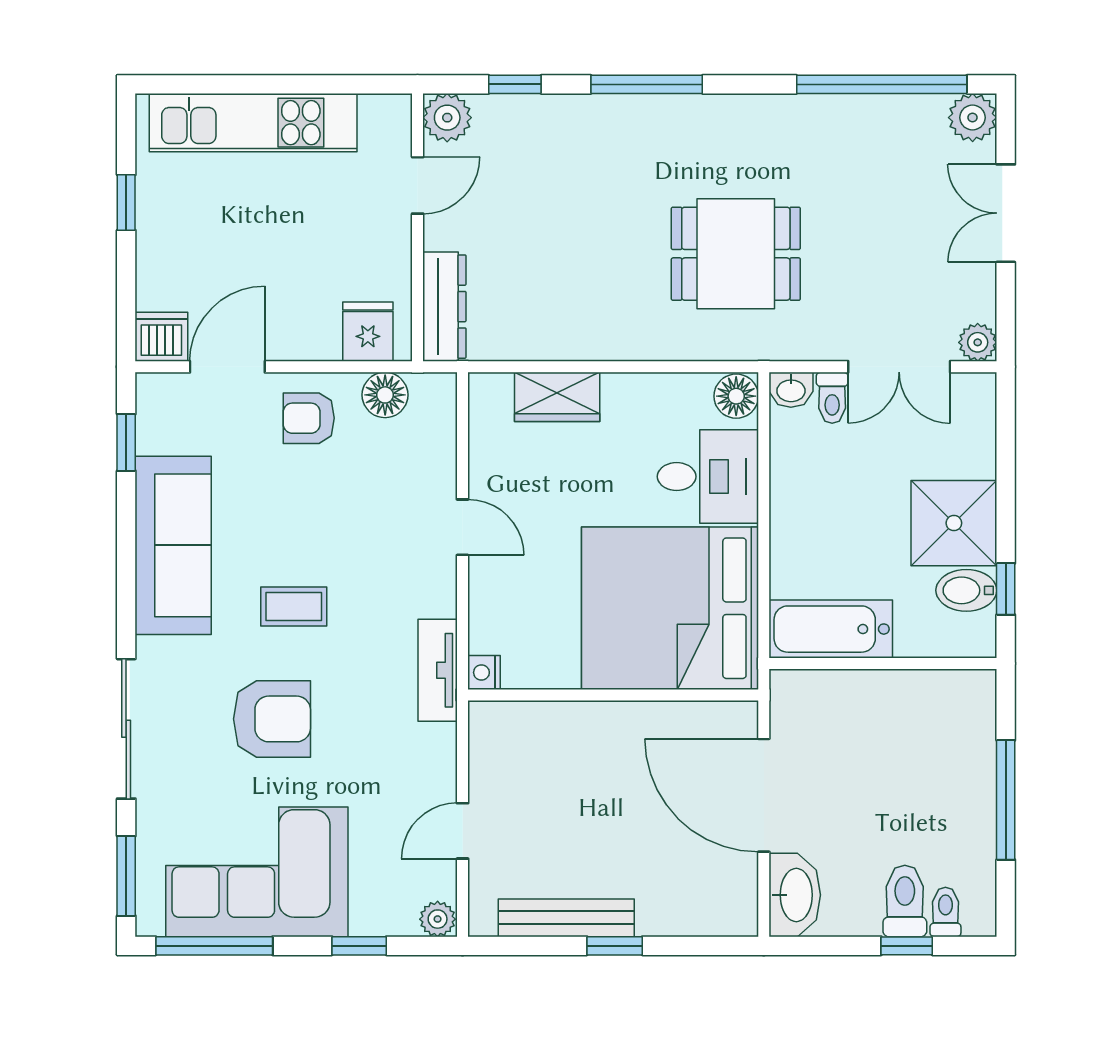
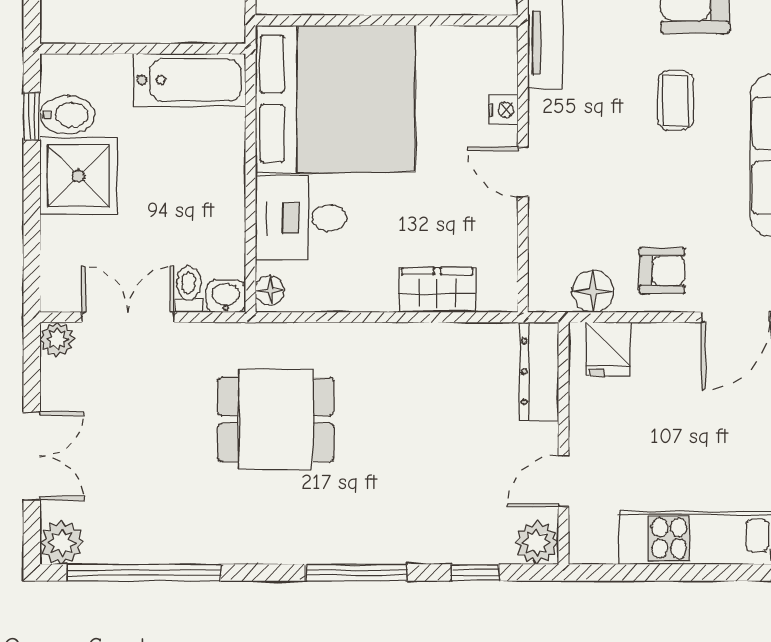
floor lamp: (736, 396) -> (270, 291), width x0.73, depth x0.73
coffee table: (294, 607) -> (675, 100), turned 90
nightstand: (484, 673) -> (503, 110), moved

